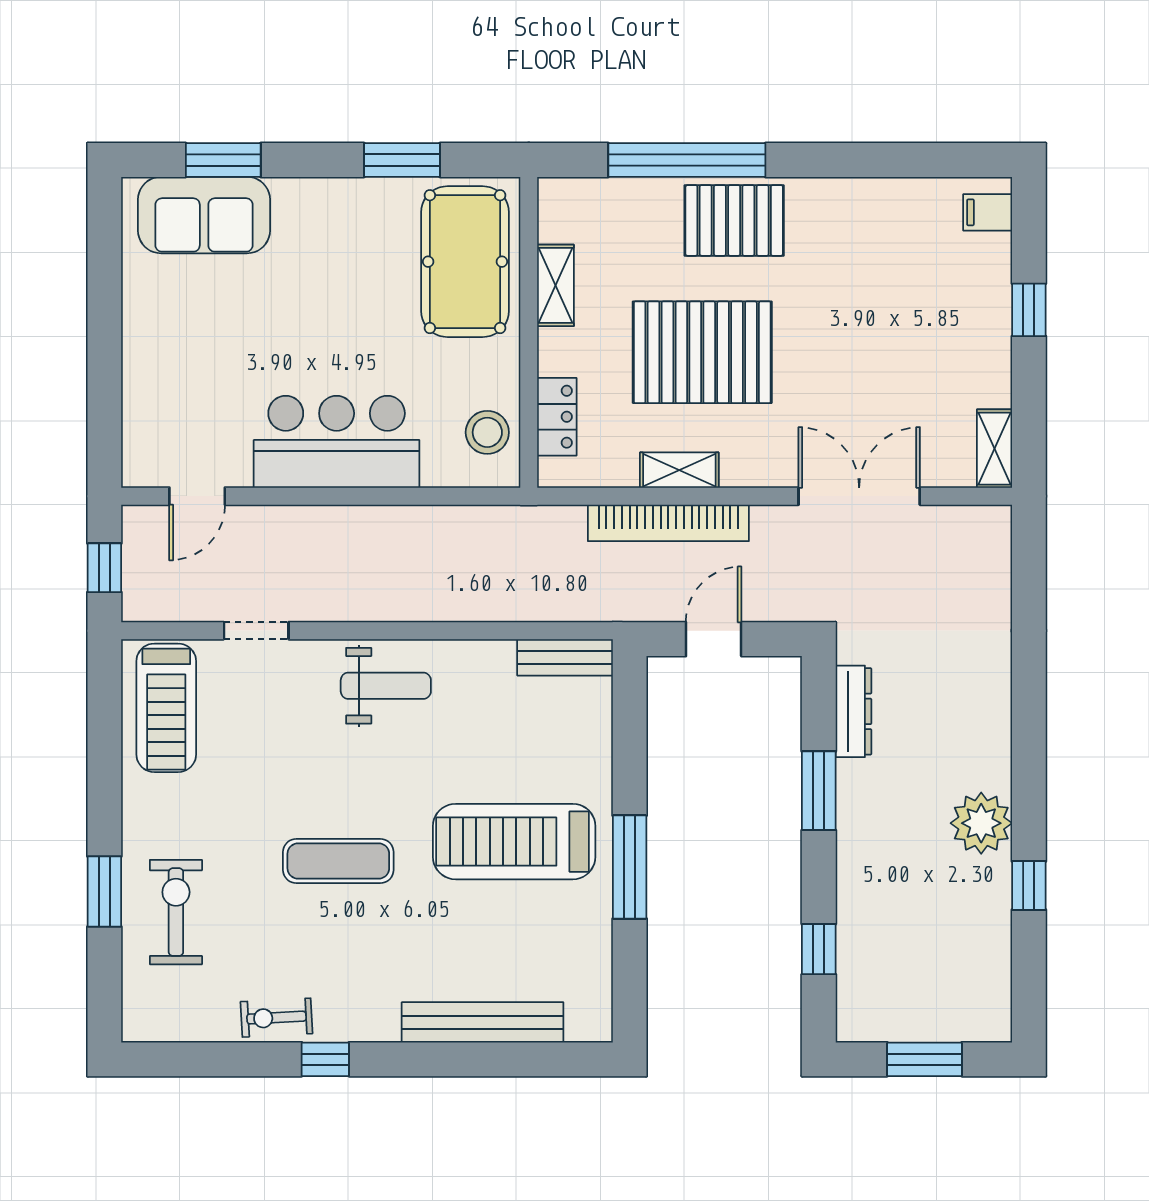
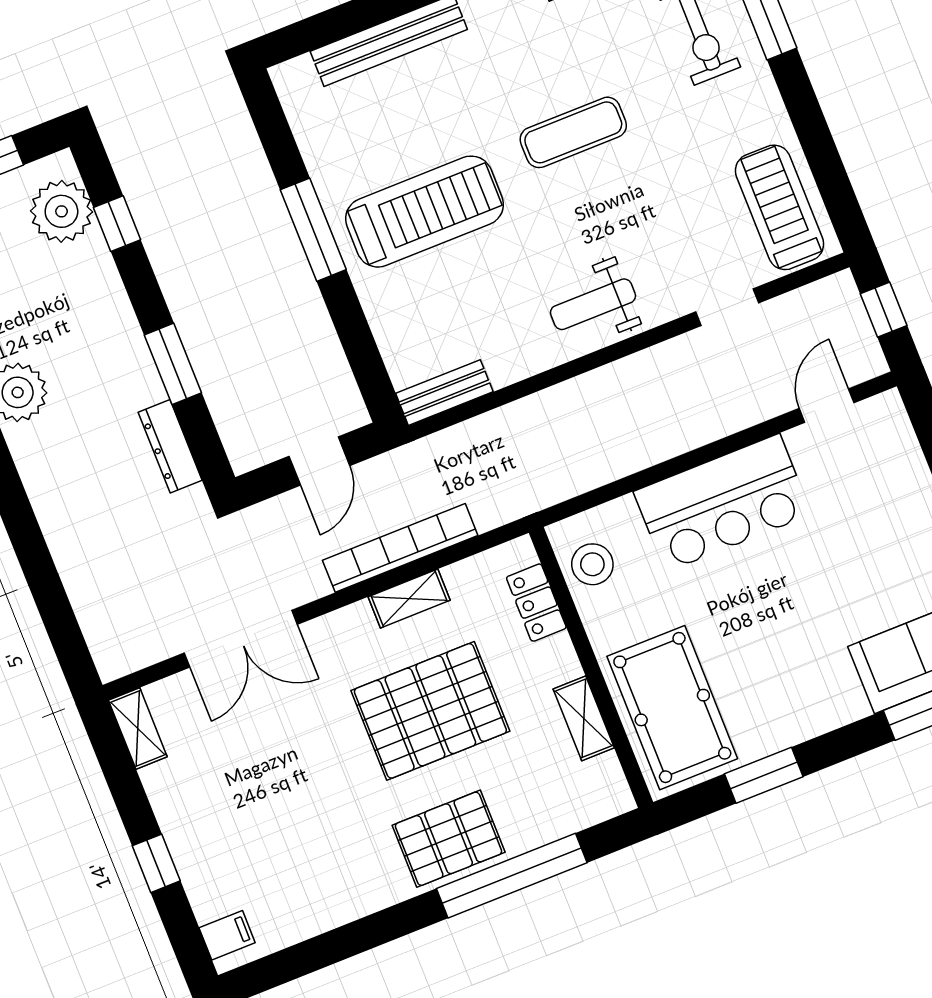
plant: (868, 983) -> (61, 211), added

